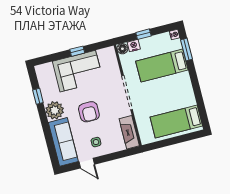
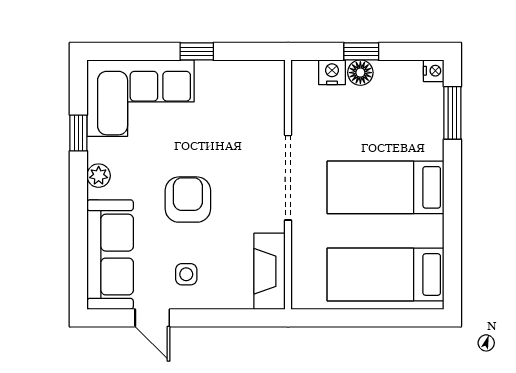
floor lamp: (122, 49) -> (360, 73), moved
bed: (162, 66) -> (386, 187), moved
corner sofa: (78, 71) -> (140, 98), moved
plant: (55, 110) -> (99, 176), width x0.53, depth x0.53
armchair: (89, 112) -> (188, 200), turned 180

